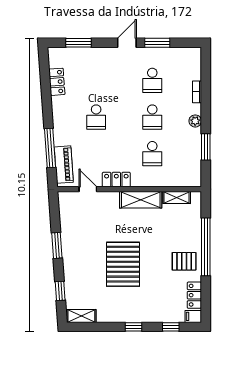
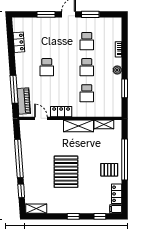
window: (78, 43) -> (46, 14), moved
window: (57, 245) -> (19, 158), width x2.11

